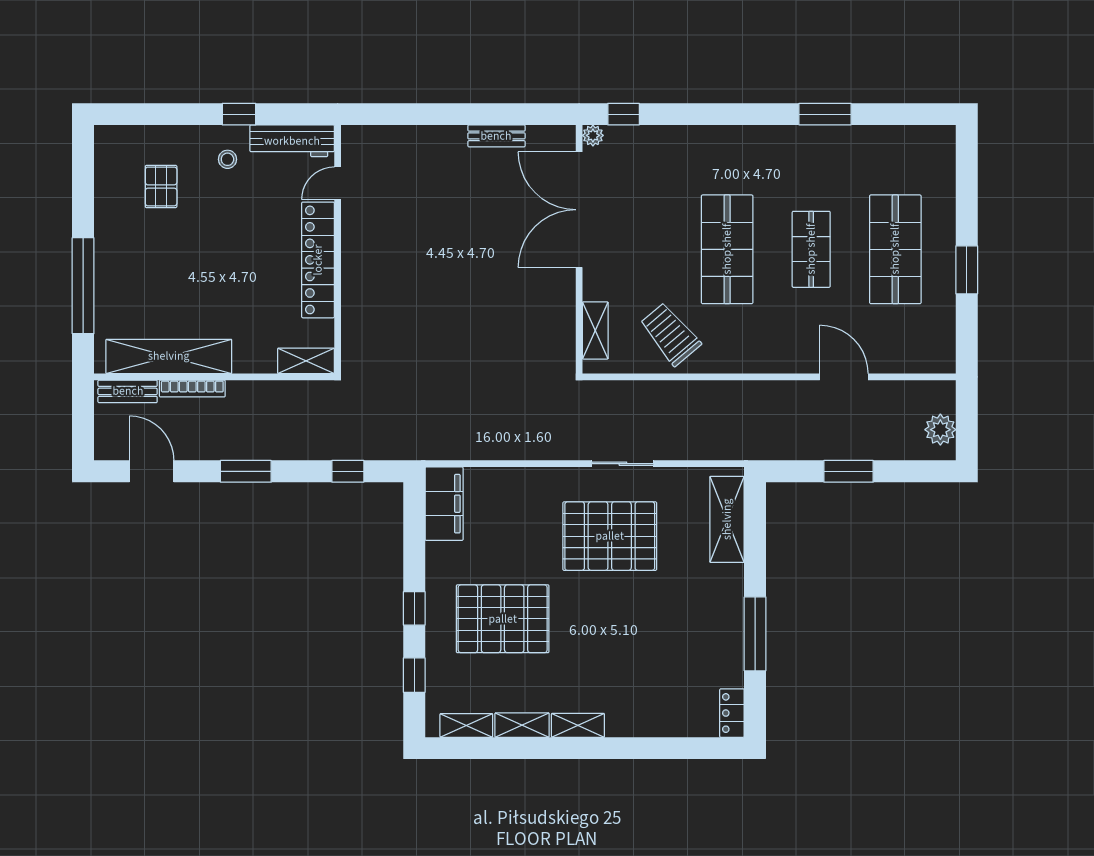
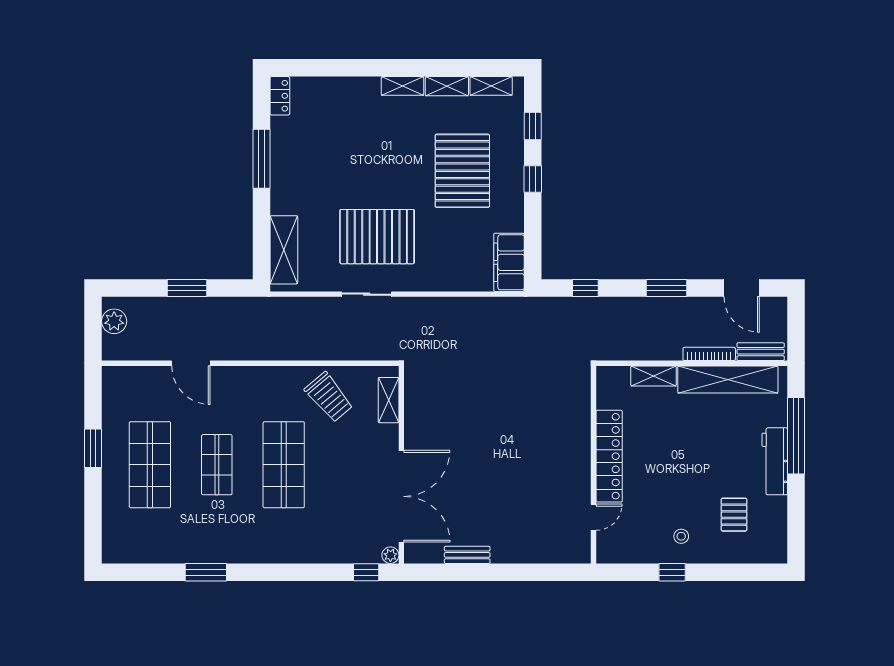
workbench: (292, 141) -> (775, 461), moved, turned -90
shelving: (306, 361) -> (654, 376), moved
pallet: (503, 619) -> (462, 171), turned 90

